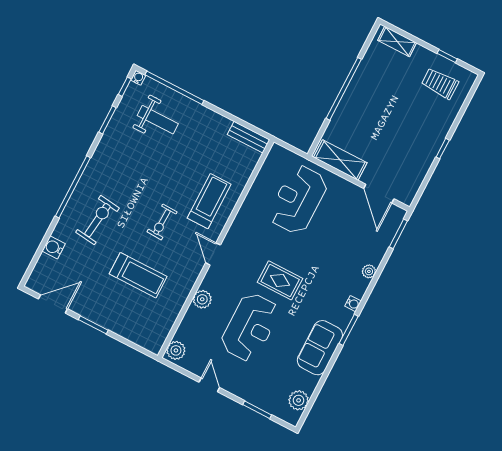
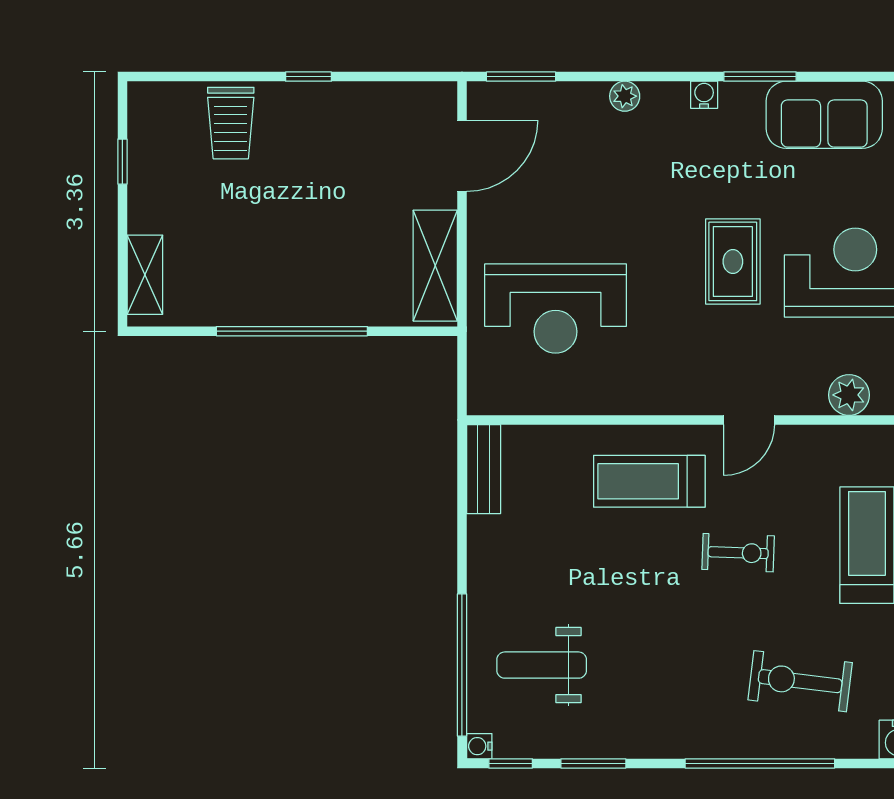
trolley: (440, 83) -> (231, 123), moved
weight bench: (158, 120) -> (542, 665), turned -90

